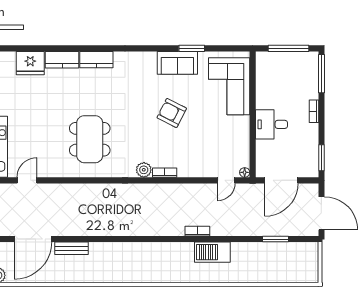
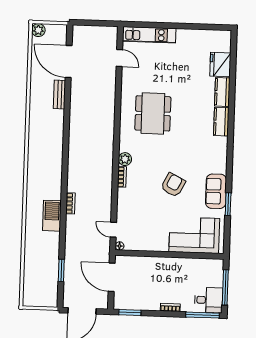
desk: (271, 124) -> (208, 300), moved, turned 90
dining table: (90, 139) -> (153, 113), turned 90

